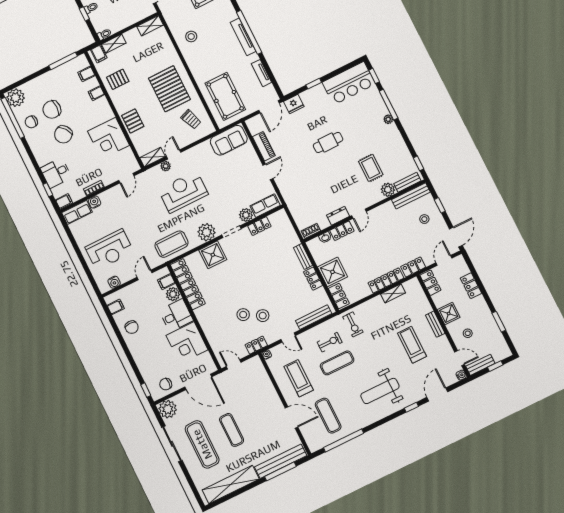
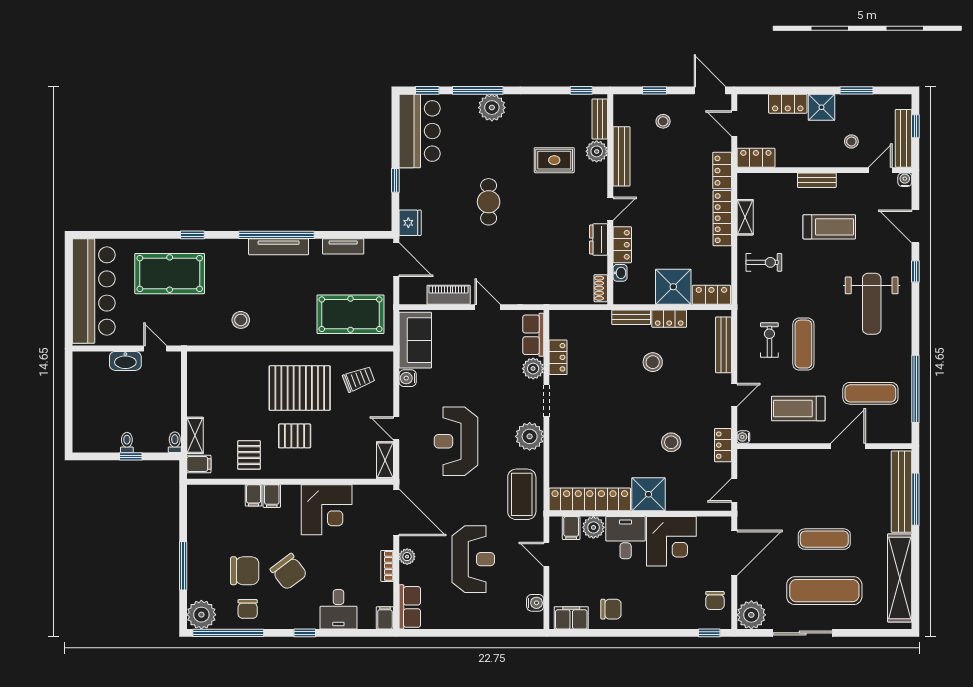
shelving: (150, 26) -> (196, 371), removed
window: (63, 61) -> (183, 566), moved
filing cabinet: (86, 74) -> (272, 496), moved
chair: (52, 110) -> (245, 571), turned -90
plant: (388, 119) -> (492, 108), width x1.88, depth x1.88
pallet: (133, 121) -> (295, 436), moved
plant: (166, 166) -> (407, 557), moved
door: (126, 178) -> (396, 512), width x1.87
window: (48, 190) -> (305, 633), moved
bench: (411, 196) -> (621, 156), moved
water cooler: (95, 202) -> (408, 378), moved
door: (359, 214) -> (610, 209), hinge flipped
reception desk: (109, 250) -> (473, 559), moved
shower: (213, 255) -> (648, 494), moved
filing cabinet: (116, 307) -> (571, 618), width x2.00
shower: (449, 314) -> (821, 107), moved
stool: (263, 316) -> (653, 362), moved
exercise bike: (353, 324) -> (764, 262), moved
treadmill: (412, 345) -> (829, 227), turned 180
bench: (480, 365) -> (904, 138), width x1.36

